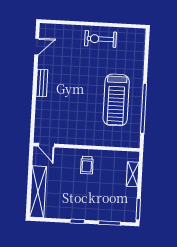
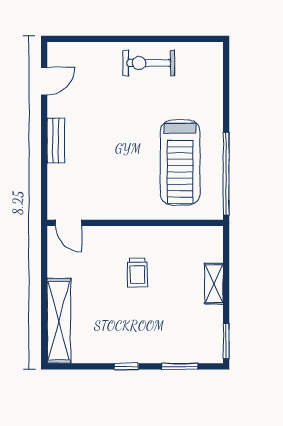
door: (46, 145) -> (69, 223), moved
wall: (86, 147) -> (135, 223), moved

